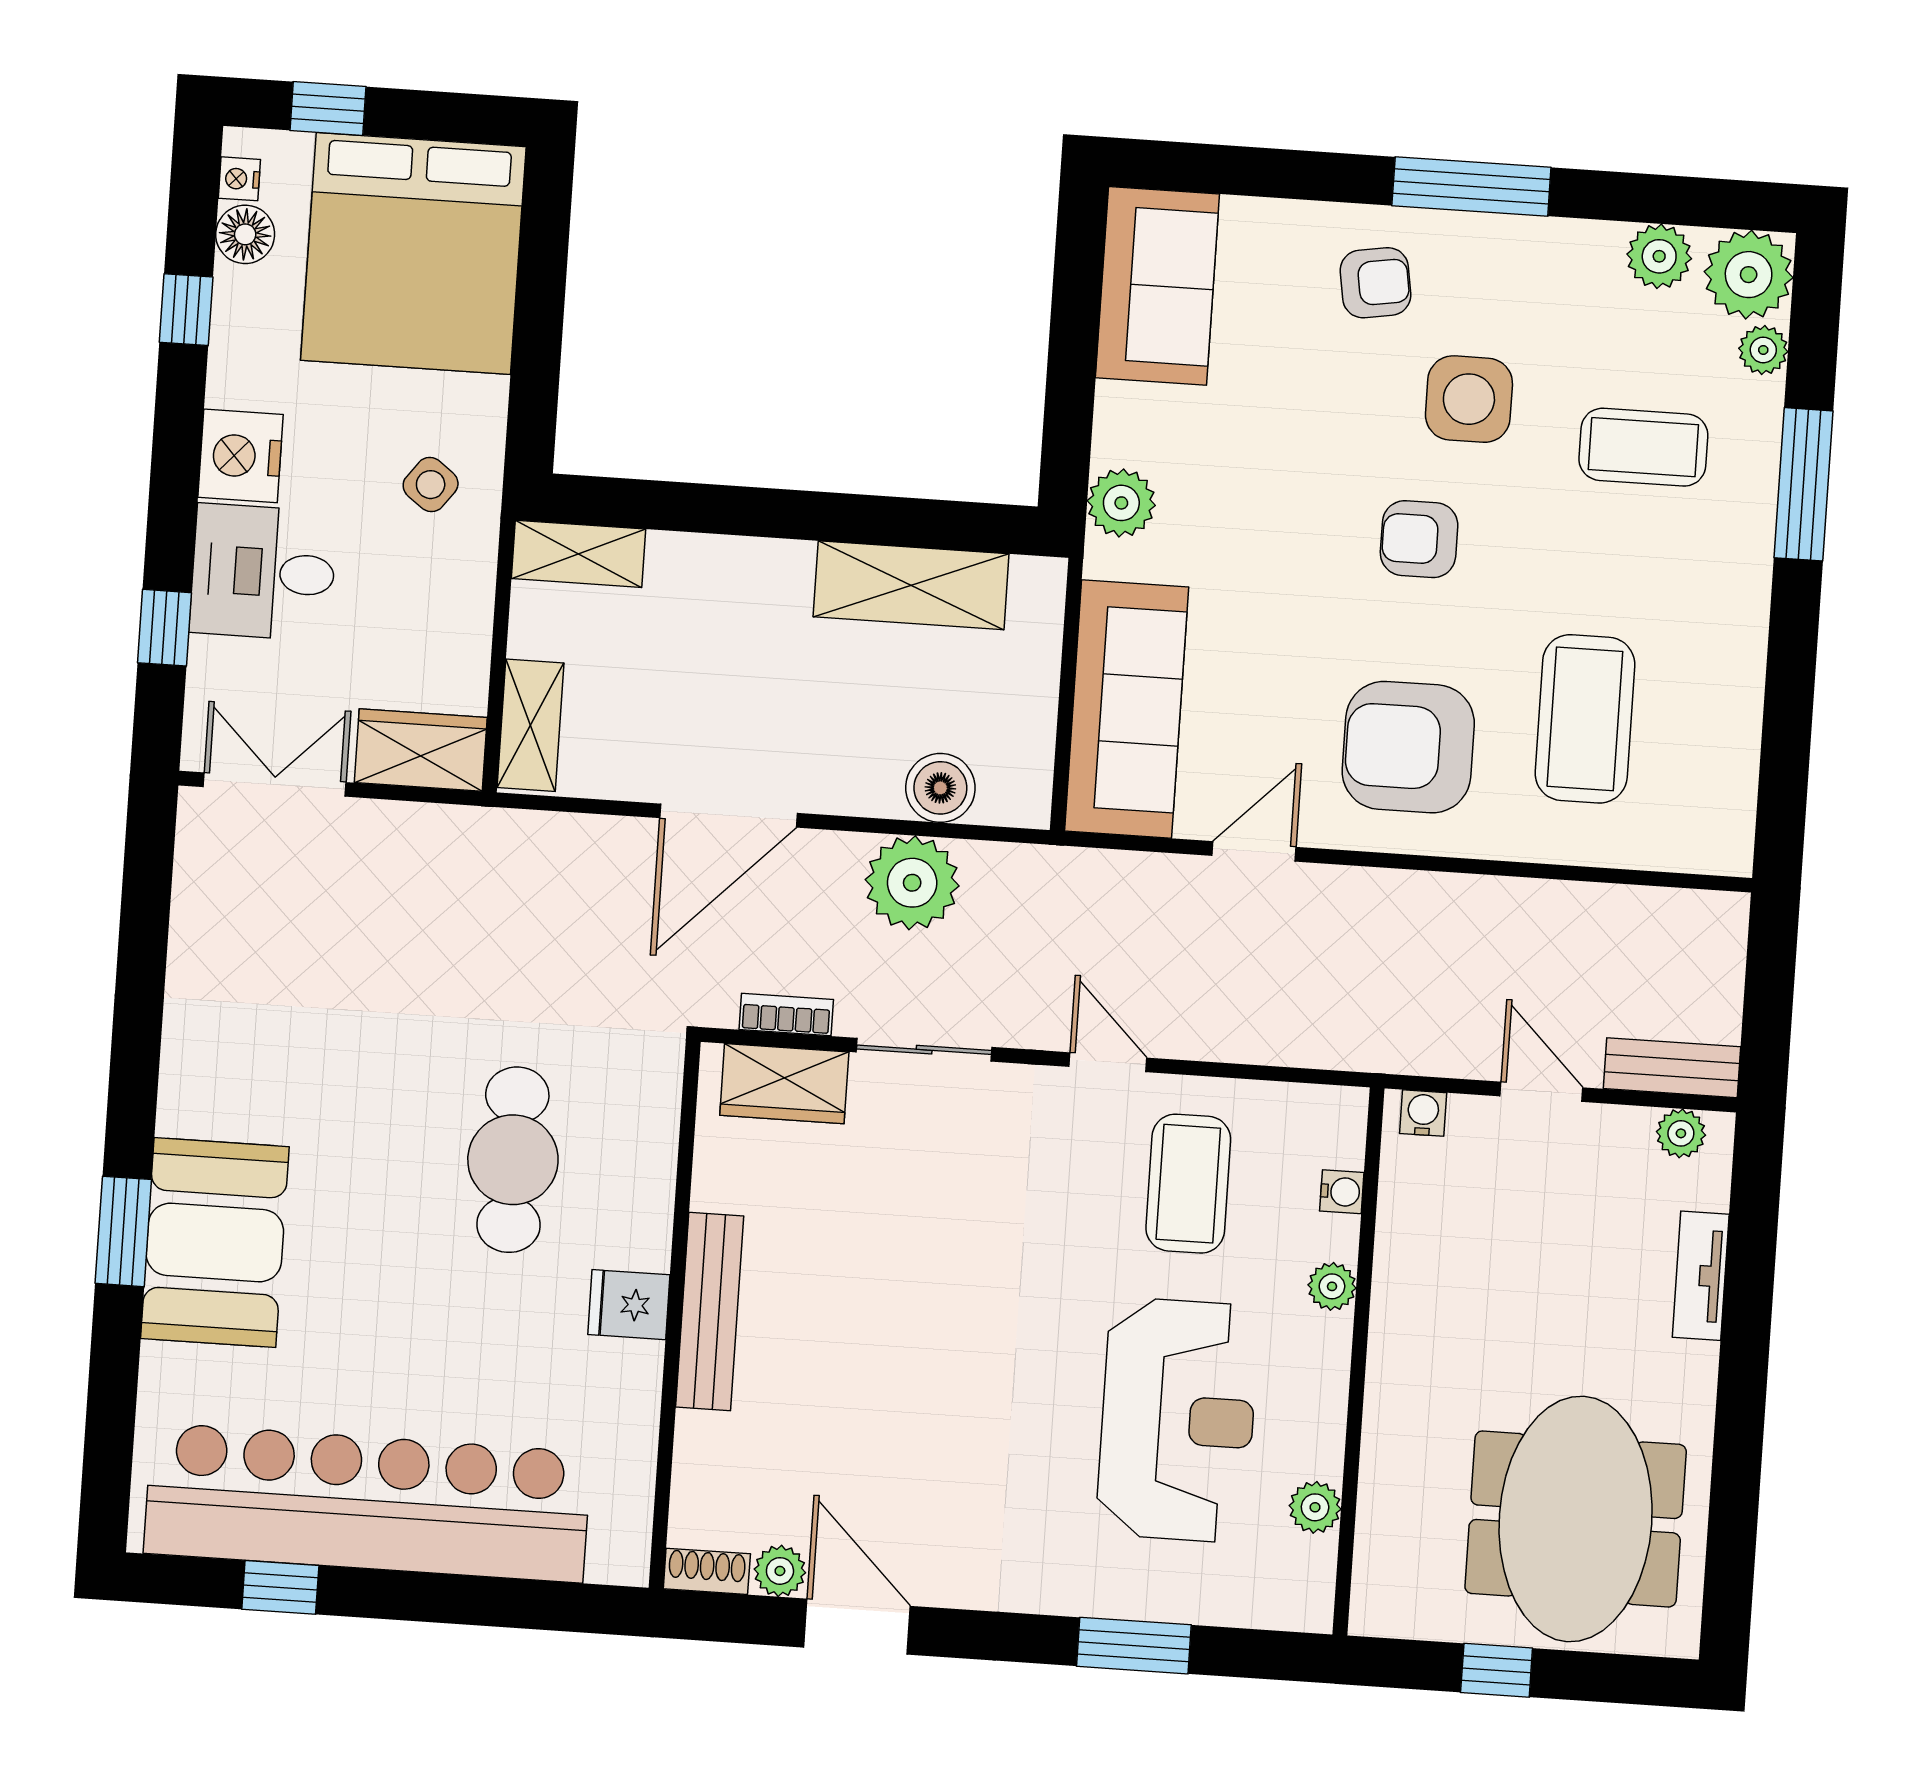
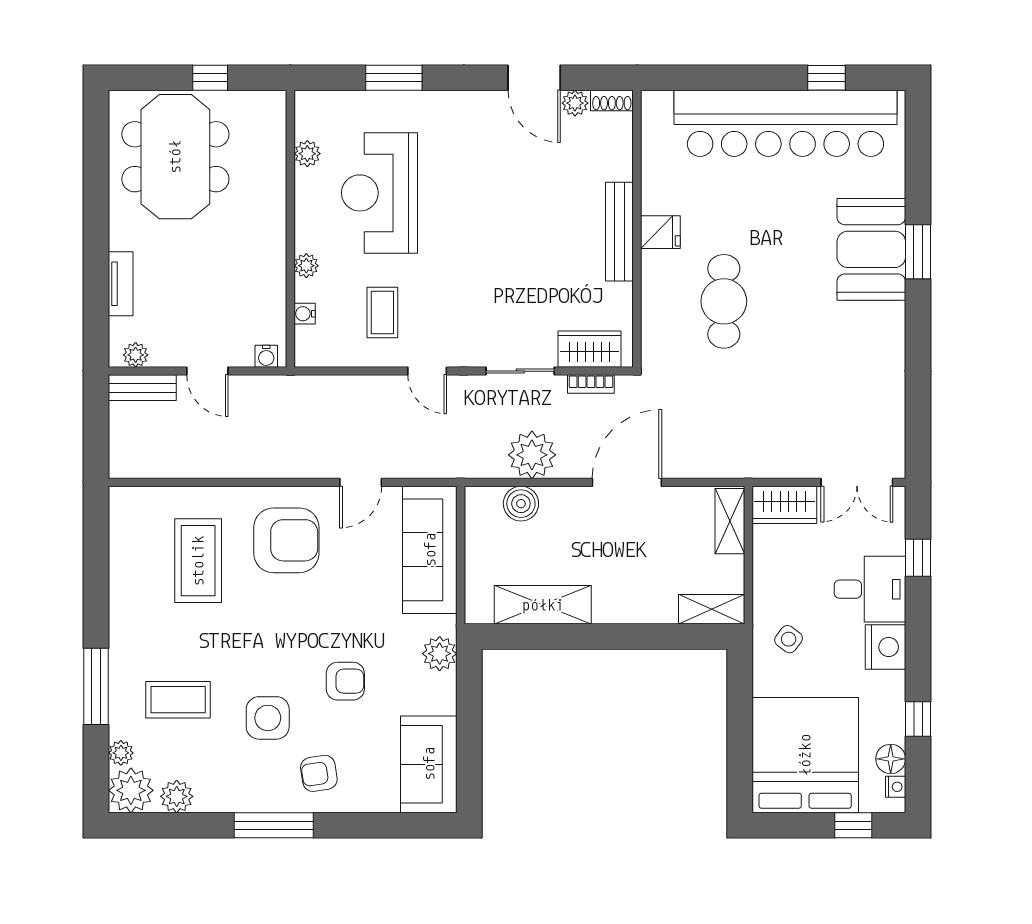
armchair: (1419, 539) -> (345, 681), moved
coffee table: (1188, 1184) -> (382, 313), width x0.73, depth x0.77

